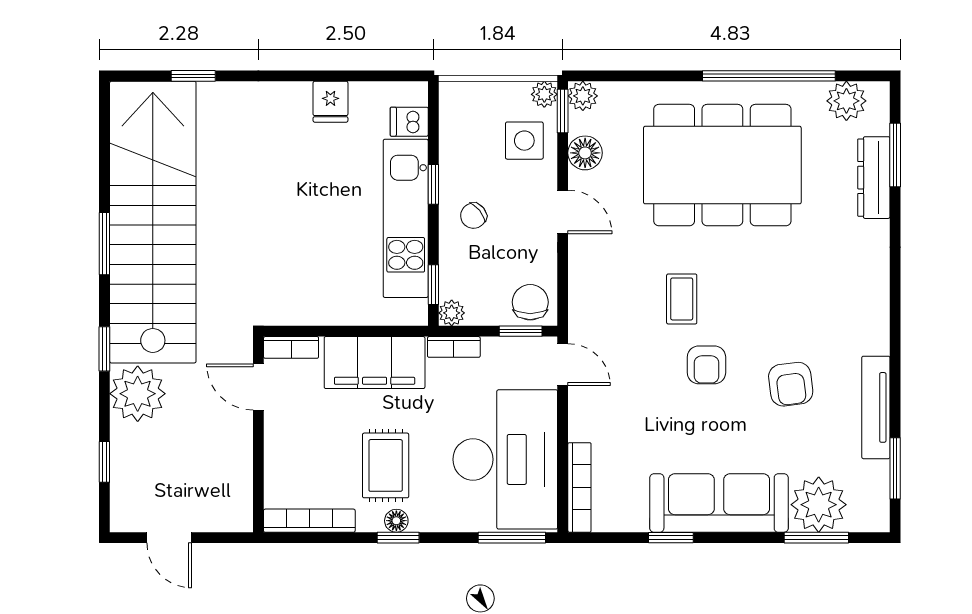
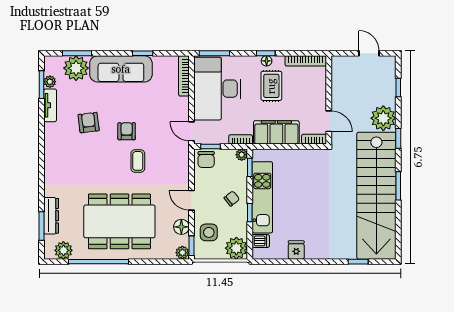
plant: (544, 94) -> (236, 248), moved, width x1.88, depth x1.88
tv unit: (876, 407) -> (50, 105), width x0.71
plant: (877, 475) -> (50, 82), added

